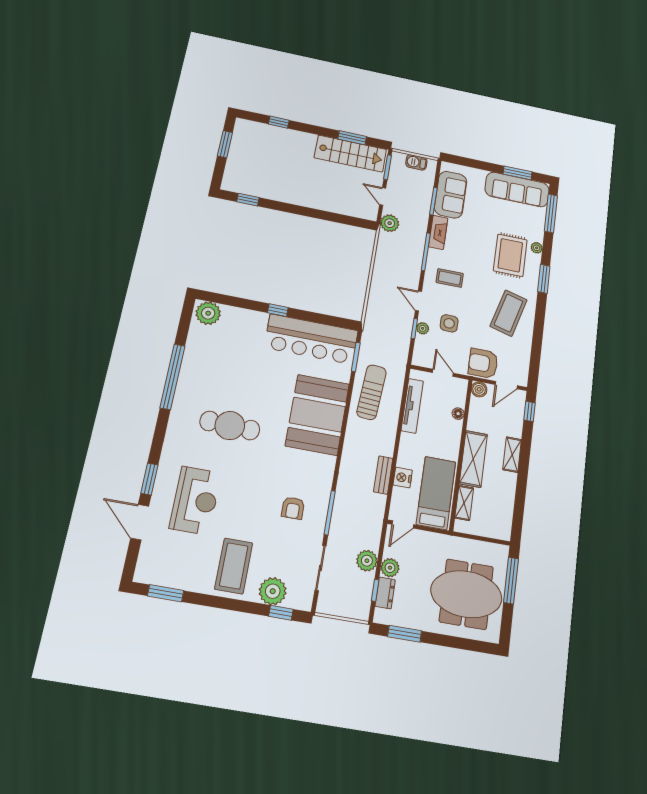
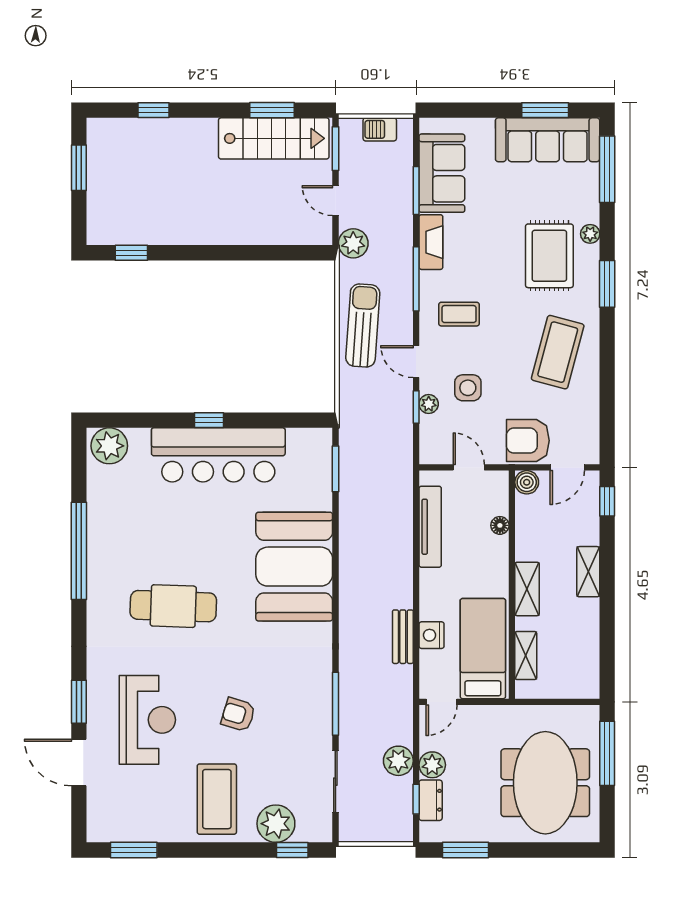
bar counter: (311, 339) -> (218, 455), moved
sun lounger: (371, 392) -> (363, 326), moved
shelving: (473, 459) -> (527, 589), width x0.67, depth x0.75
armchair: (293, 508) -> (238, 715), moved, turned 107
meeting table: (466, 594) -> (545, 783), turned 90

